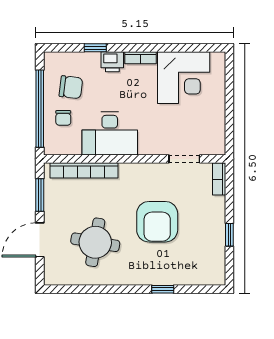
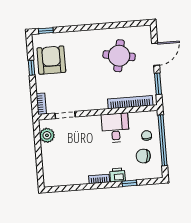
corner desk: (184, 78) -> (70, 168), removed
plant: (214, 130) -> (47, 135), added
desk: (110, 133) -> (115, 128), width x0.73
armchair: (157, 222) -> (51, 60), moved
window: (163, 289) -> (46, 31), moved

